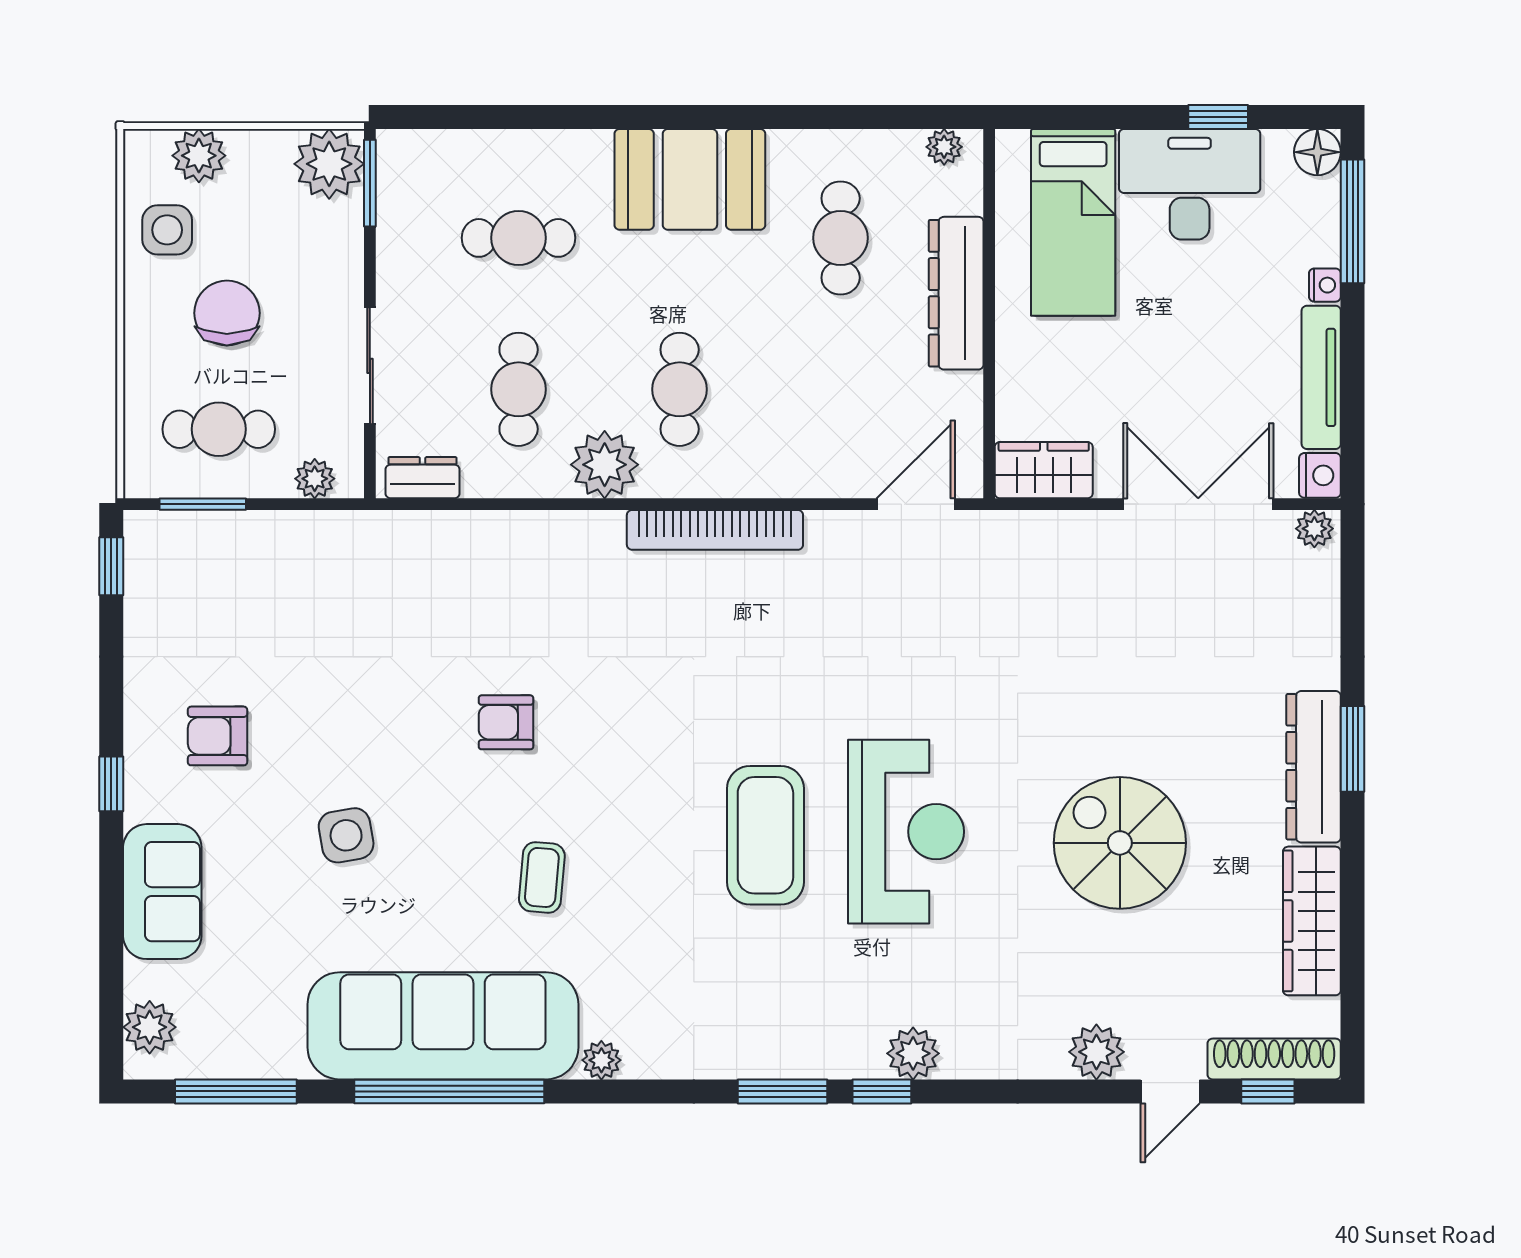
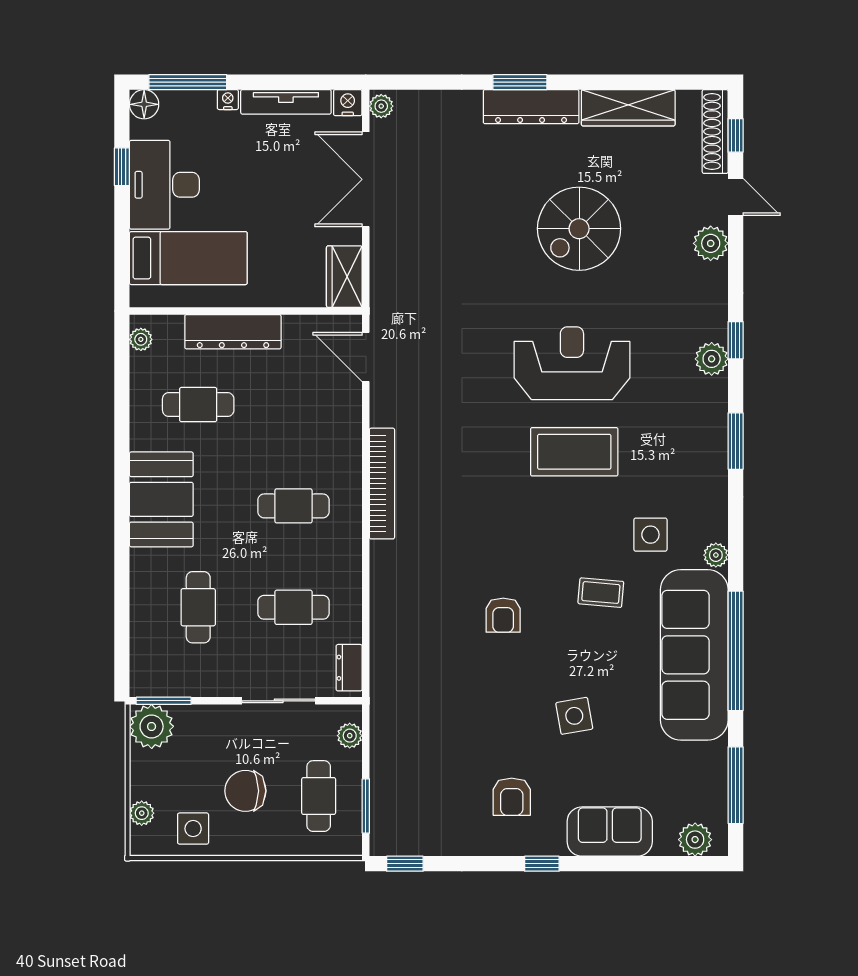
plant: (199, 156) -> (142, 813), width x0.73, depth x0.73
plant: (605, 465) -> (341, 553), removed
side table: (634, 956) -> (650, 535), added
window: (882, 1091) -> (736, 340), moved

